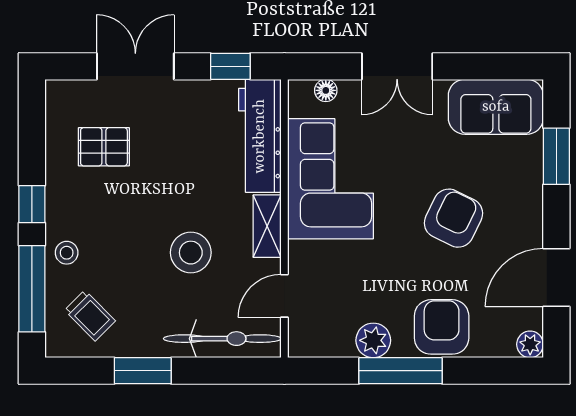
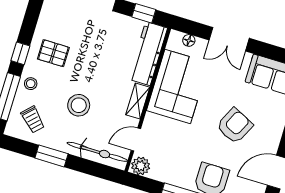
pallet: (104, 147) -> (53, 53), moved
stool: (191, 253) -> (79, 105), moved
plant: (373, 340) -> (141, 166), moved

